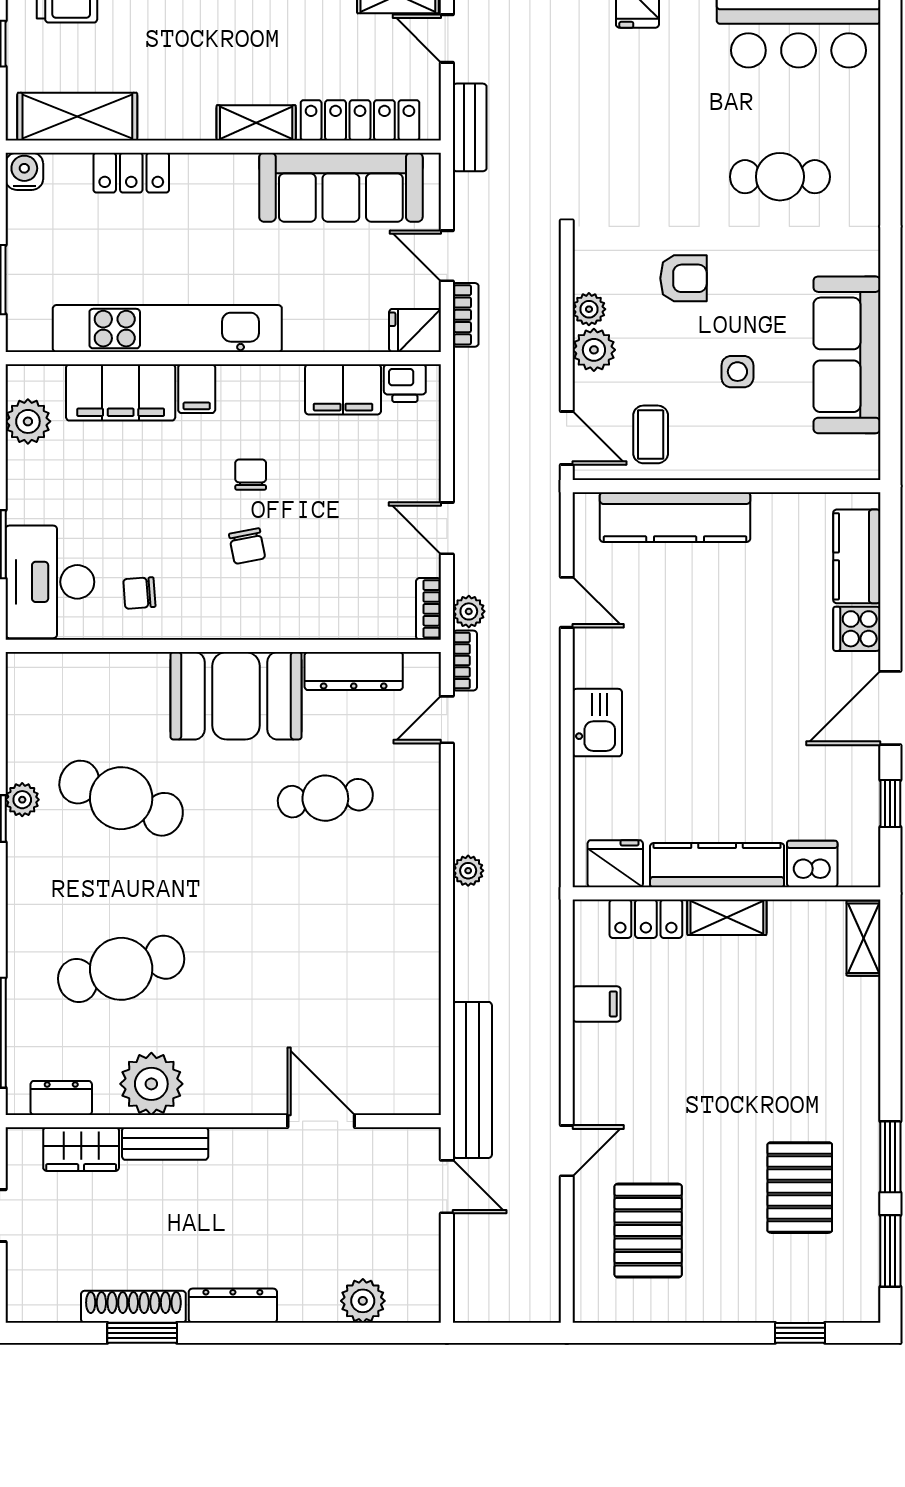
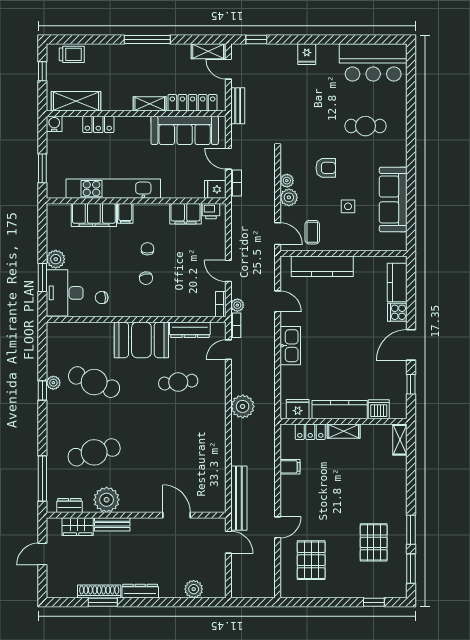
plant: (28, 421) -> (56, 259), moved
kitchen sink: (597, 723) -> (290, 346), width x1.38
plant: (468, 871) -> (243, 406), width x1.88, depth x1.88

